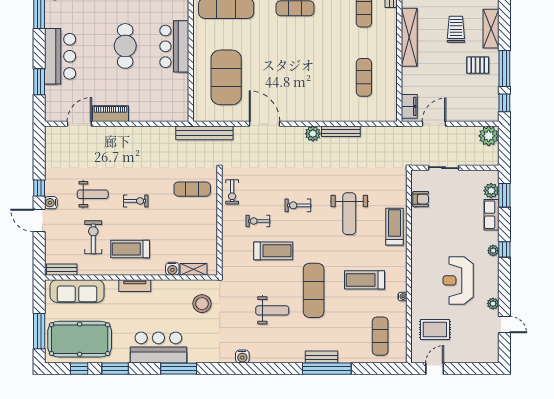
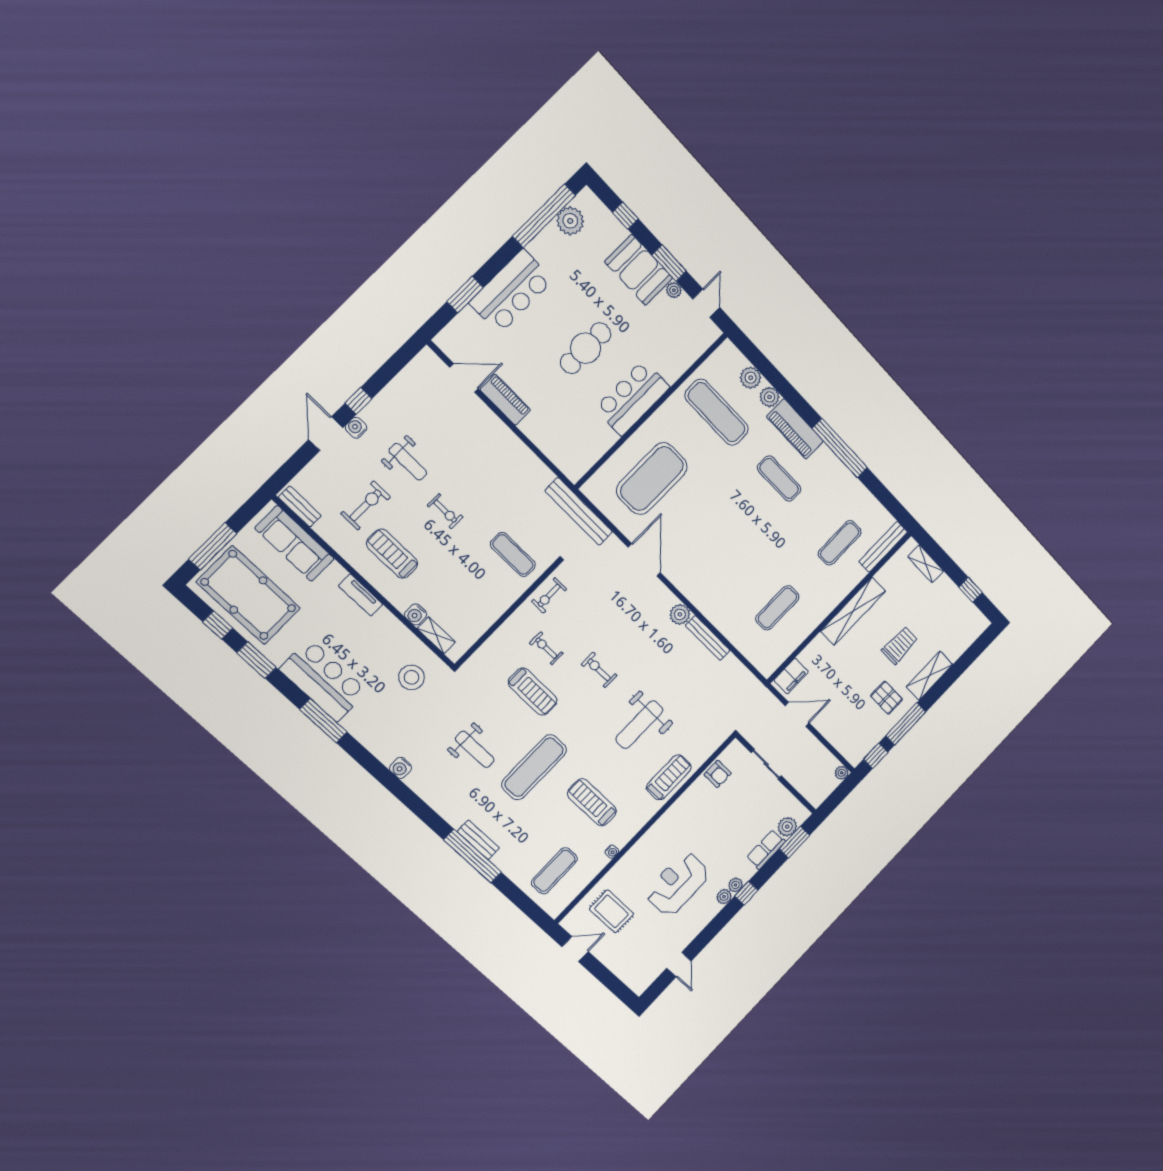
plant: (489, 136) -> (842, 773), width x0.53, depth x0.53
plant: (493, 304) -> (724, 897), moved

